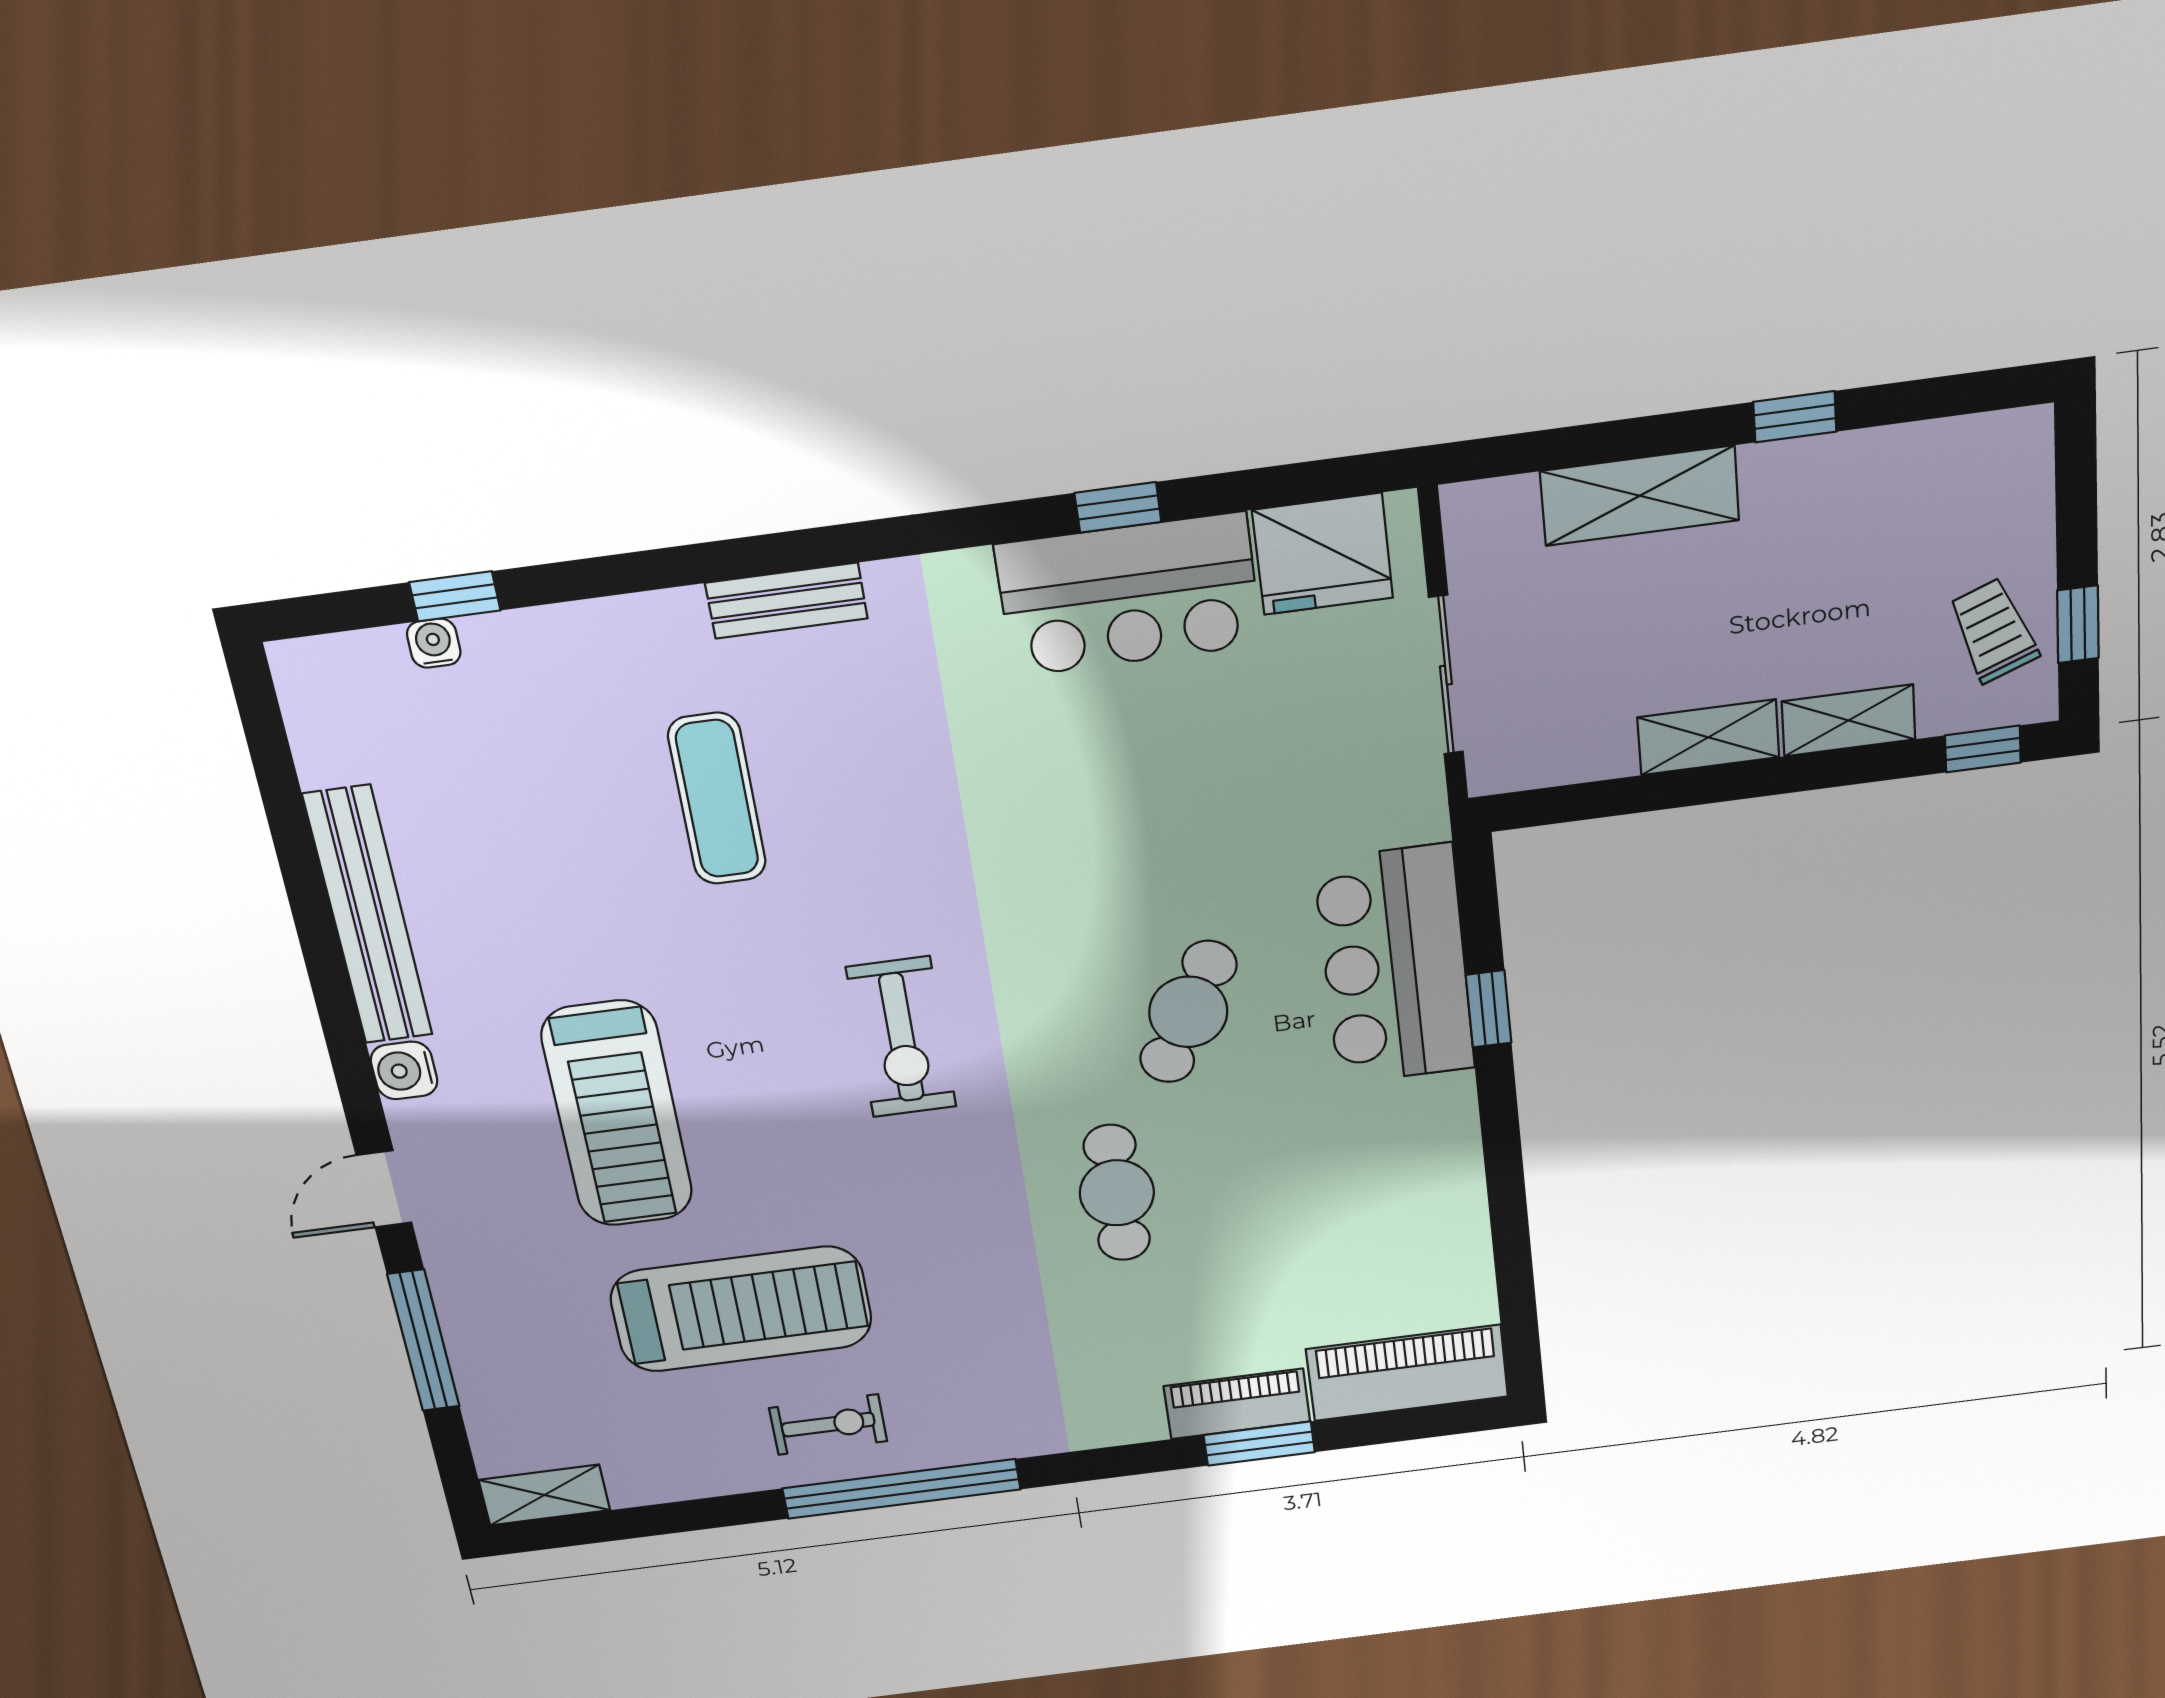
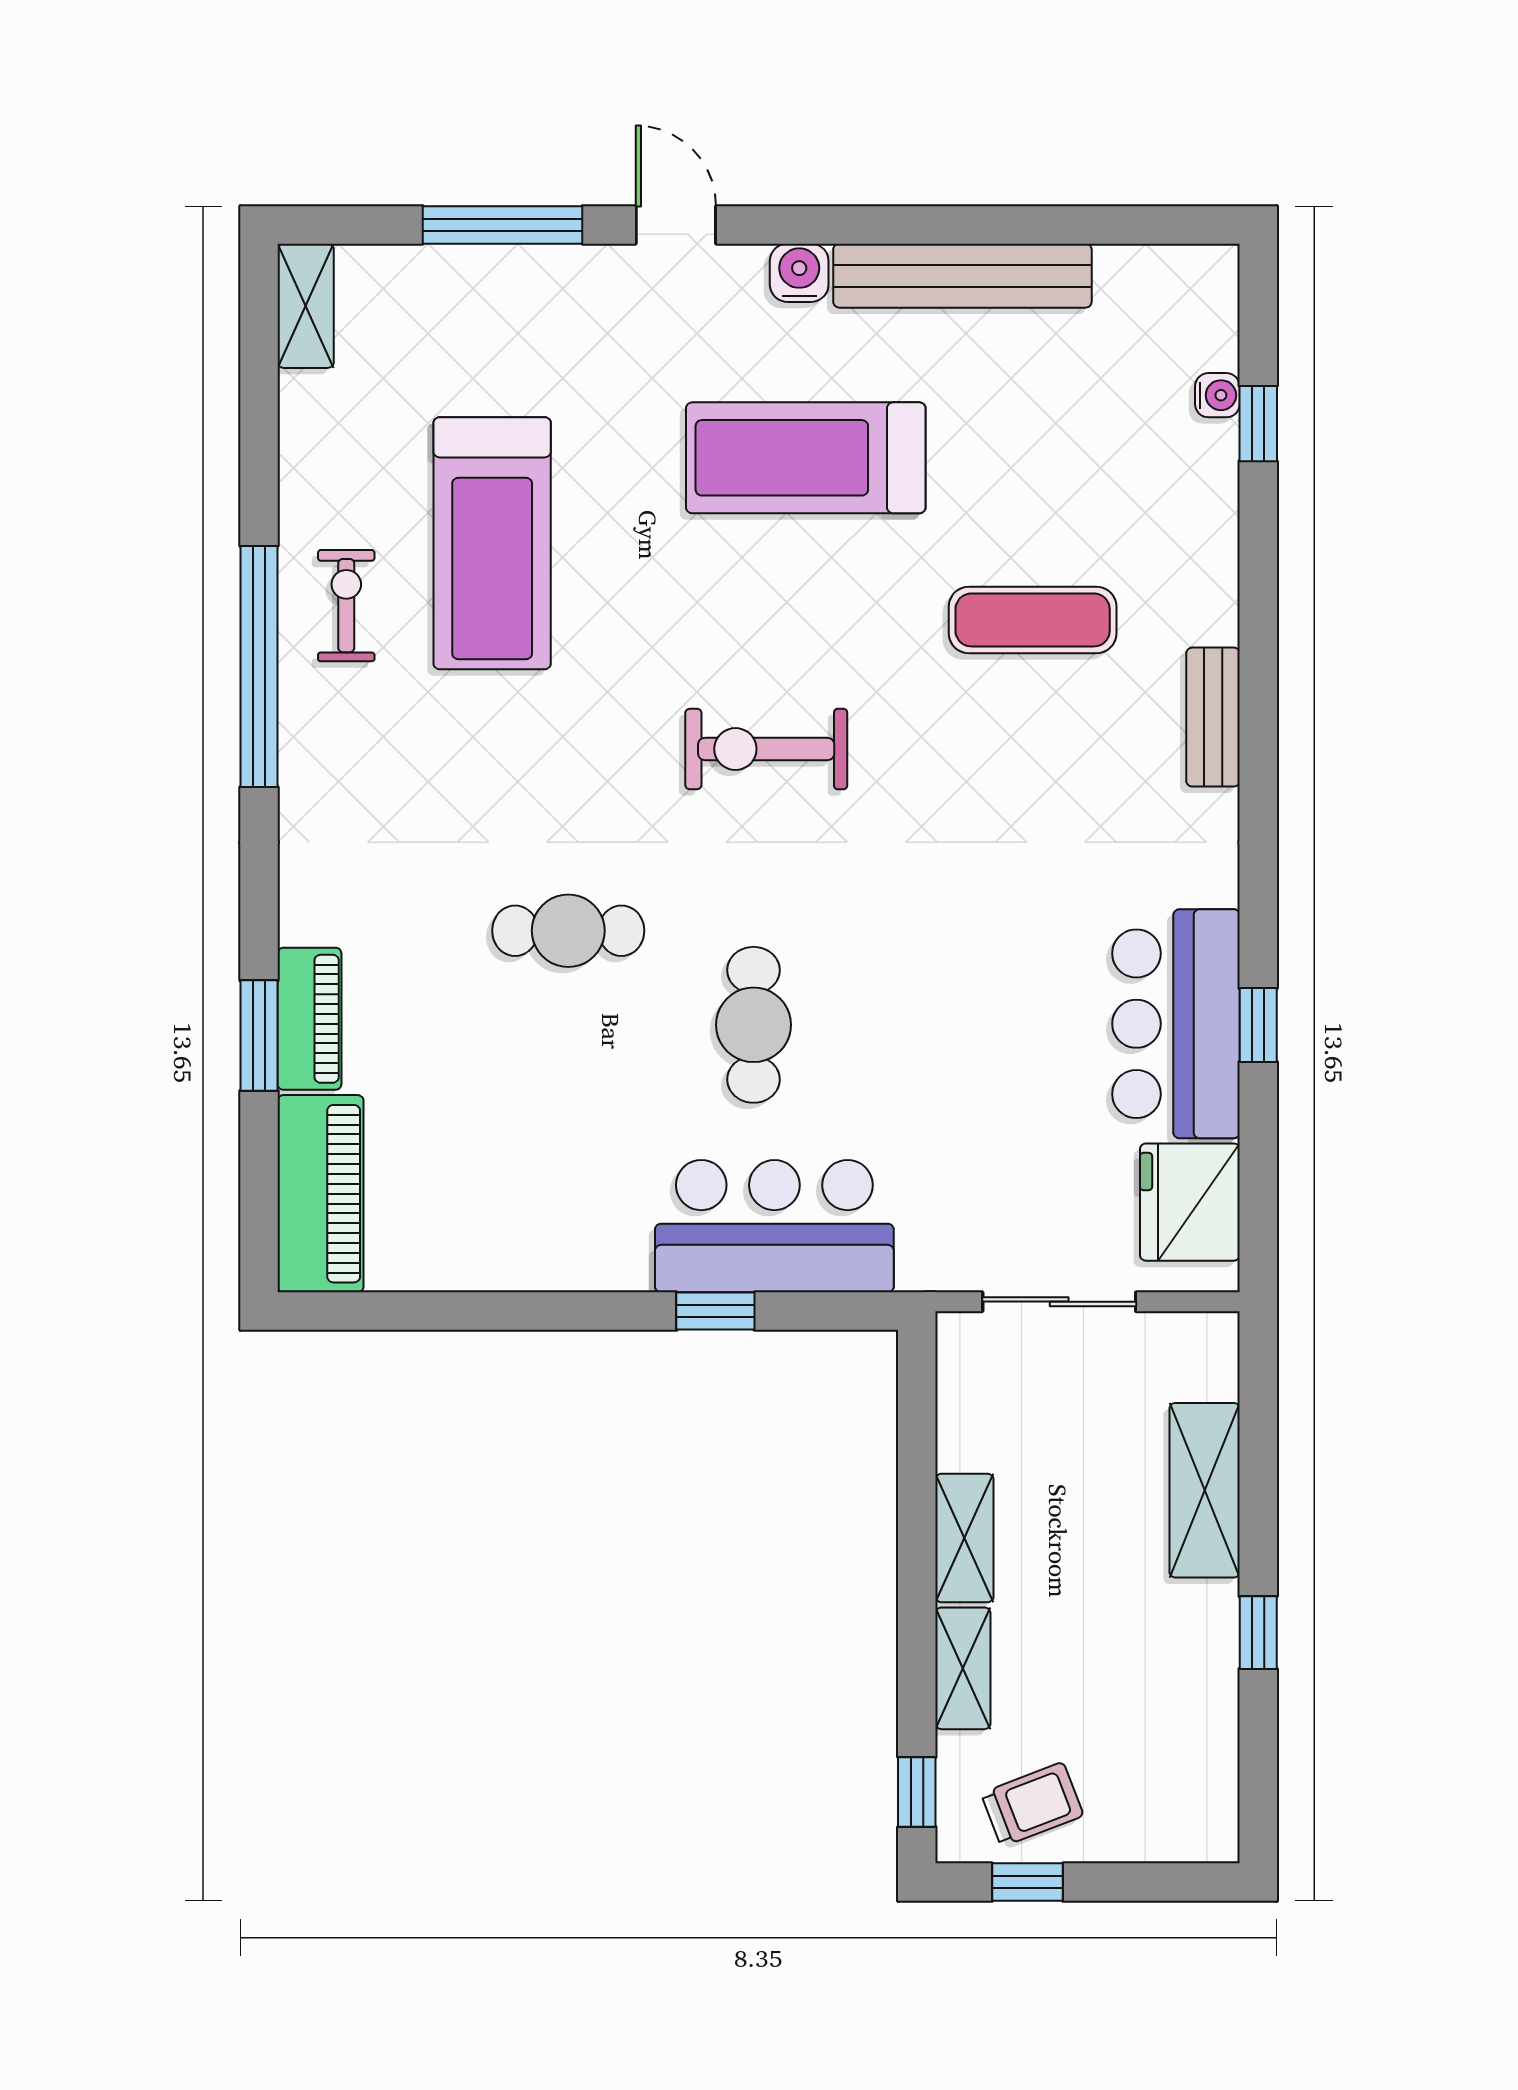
cafe table: (1188, 1012) -> (754, 1025), turned 61
treadmill: (617, 1114) -> (806, 458), moved
exercise bike: (828, 1425) -> (346, 606), turned 180

